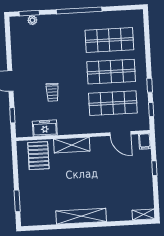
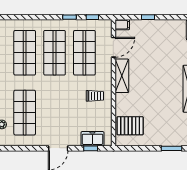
shop shelf: (46, 44) -> (25, 113), added
trolley: (52, 92) -> (95, 96), moved
freezer: (45, 128) -> (92, 139), moved, turned 90
shelving: (72, 145) -> (122, 76), moved

